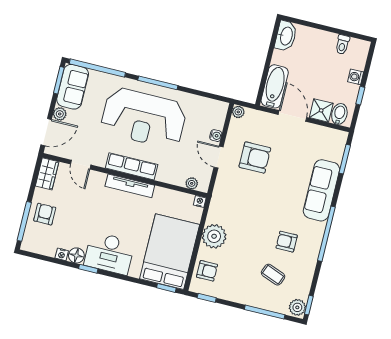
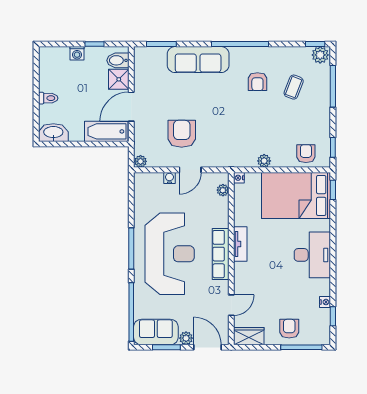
toilet: (342, 45) -> (48, 98), moved
window: (59, 80) -> (166, 347), moved
tv unit: (130, 186) -> (240, 244), width x0.71
armchair: (45, 214) -> (289, 329), turned 90
plant: (214, 236) -> (264, 161), width x0.53, depth x0.53
floor lamp: (76, 255) -> (323, 287), removed
window: (88, 269) -> (333, 316), moved

